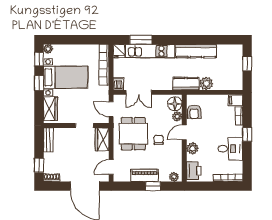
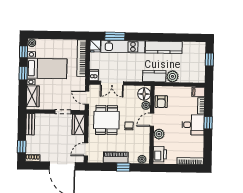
desk: (230, 149) -> (193, 125), moved

